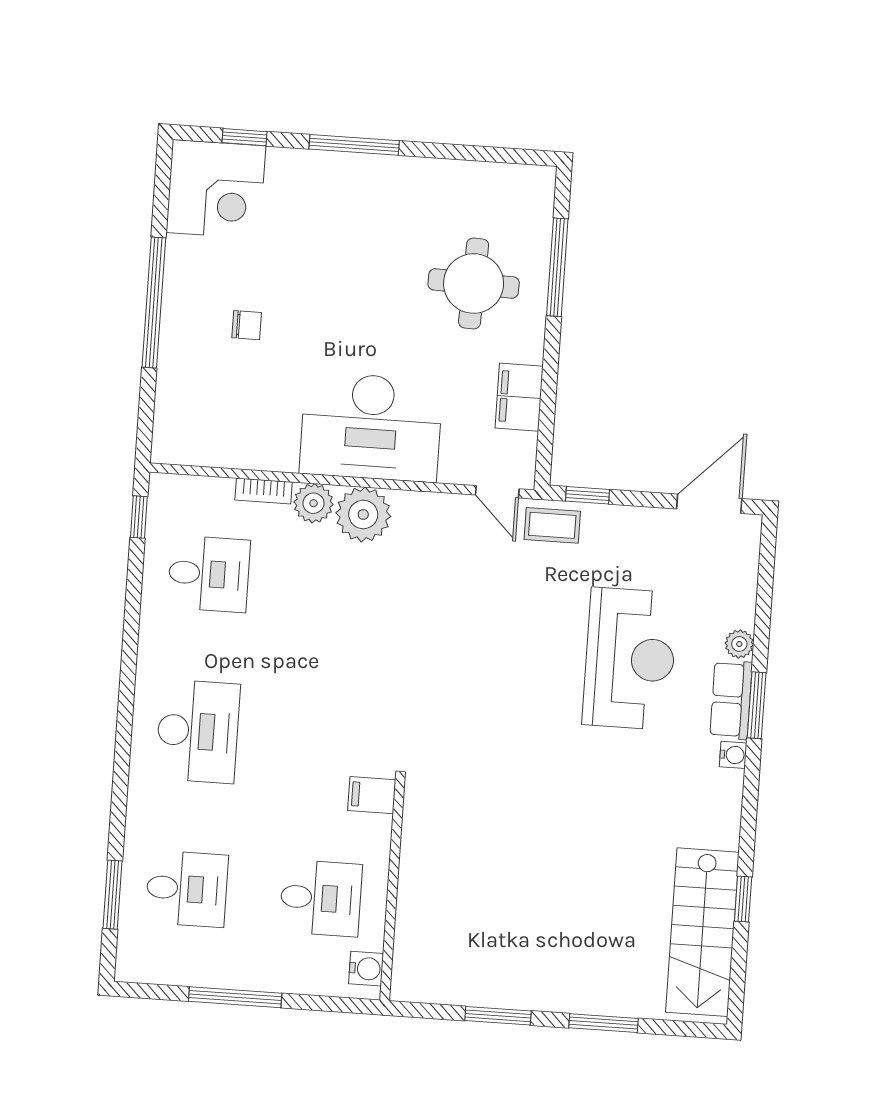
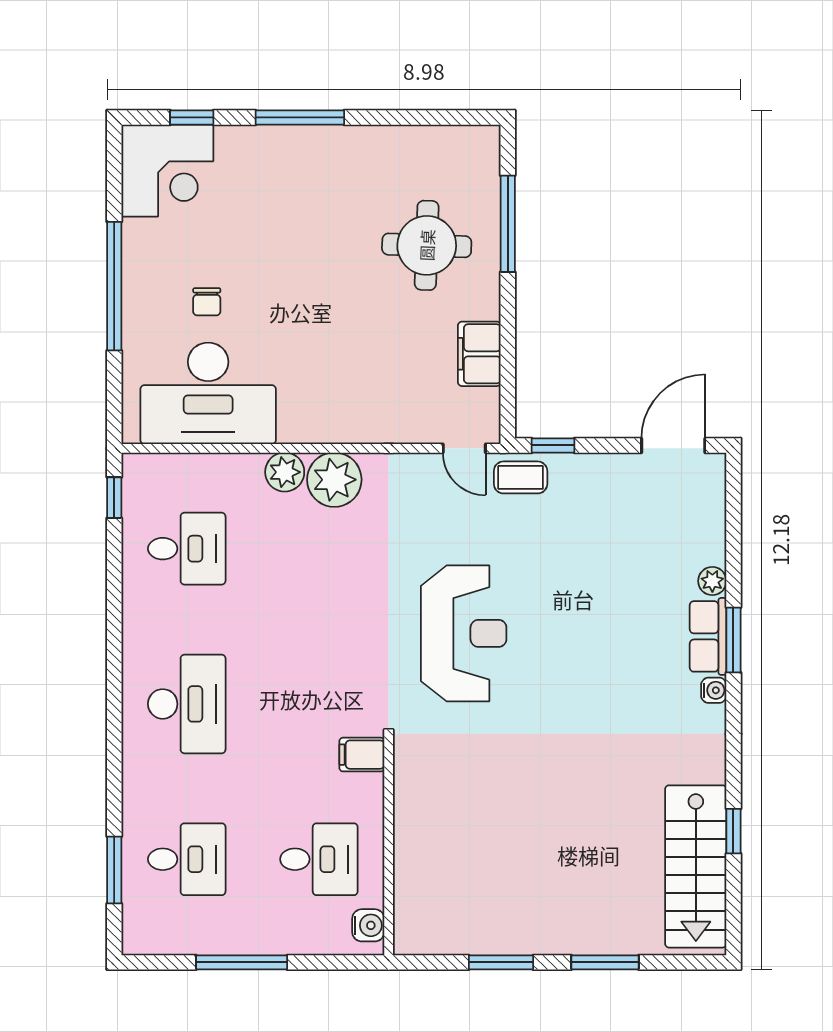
chair: (247, 325) -> (207, 302), turned 90
desk: (371, 427) -> (208, 393), moved
bookcase: (264, 491) -> (235, 463), removed
reception desk: (630, 659) -> (464, 633), moved

